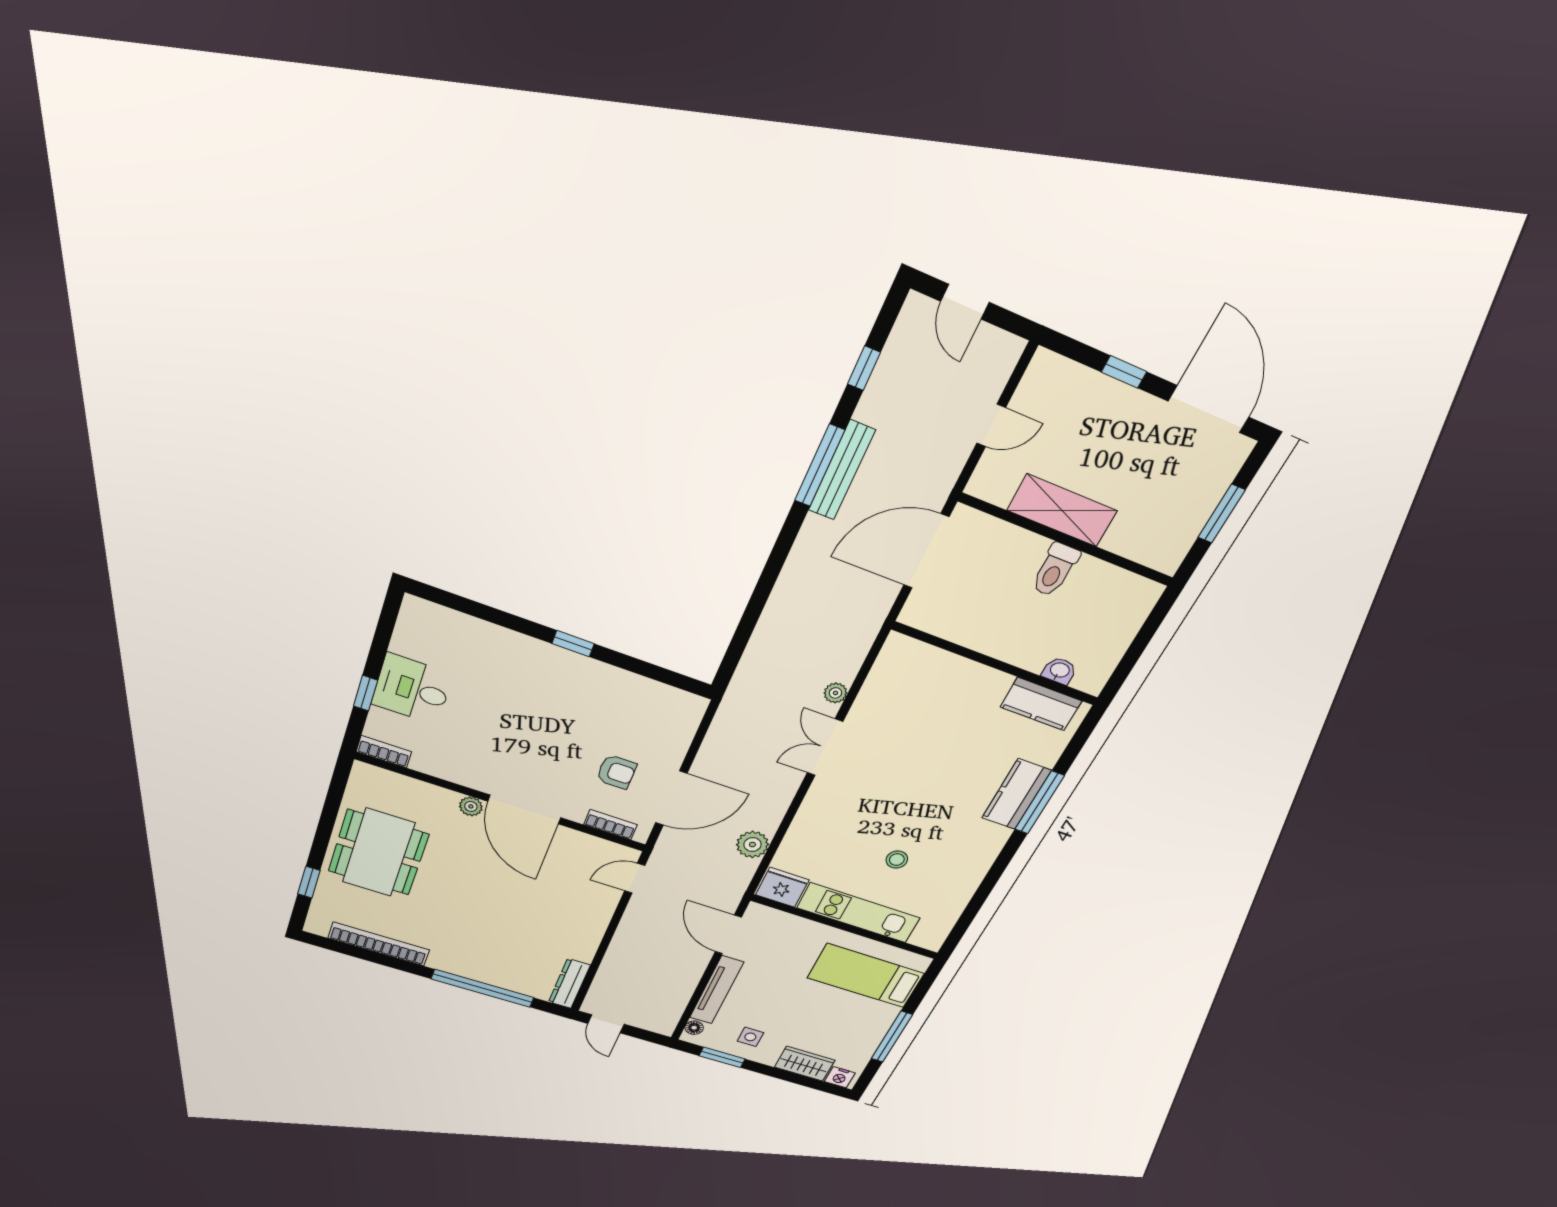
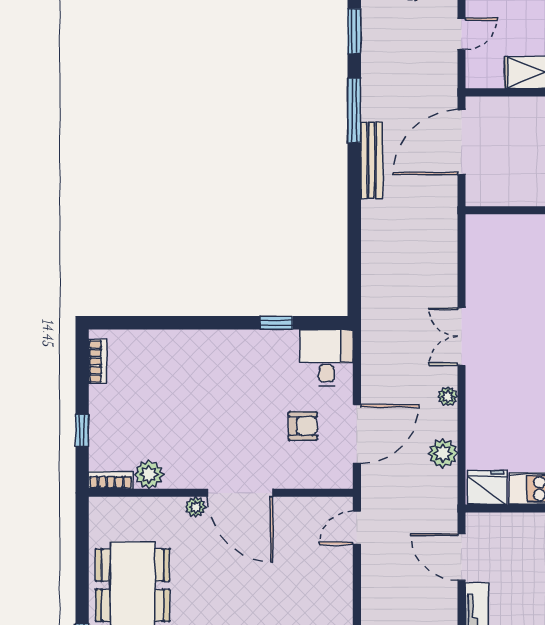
window: (864, 368) -> (354, 31), width x1.50
bench: (842, 470) -> (372, 160), moved
window: (573, 644) -> (276, 323), moved
desk: (412, 689) -> (326, 358), moved, turned 90
plant: (835, 693) -> (448, 396), moved
plant: (429, 761) -> (149, 475), added
bookcase: (611, 825) -> (98, 361), moved, turned 90

